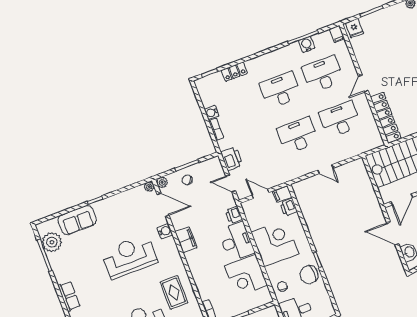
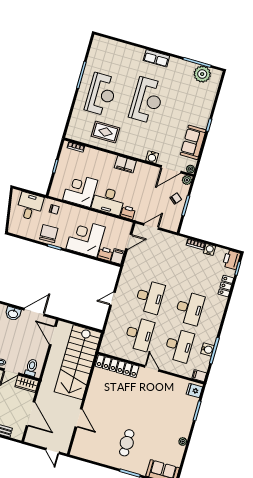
printer: (232, 158) -> (231, 260), moved, turned 90
sofa: (77, 220) -> (193, 142), moved
filing cabinet: (186, 240) -> (125, 164), moved
corner desk: (275, 243) -> (86, 238), moved, turned 180
reception desk: (129, 257) -> (147, 100), moved

